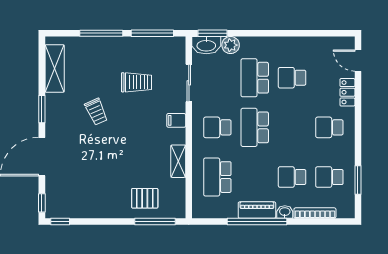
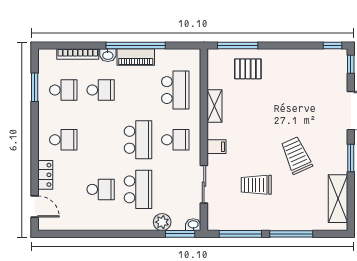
washbasin: (206, 45) -> (193, 225), width x0.52, depth x0.69
trolley: (96, 112) -> (296, 155), width x1.36, depth x1.39

